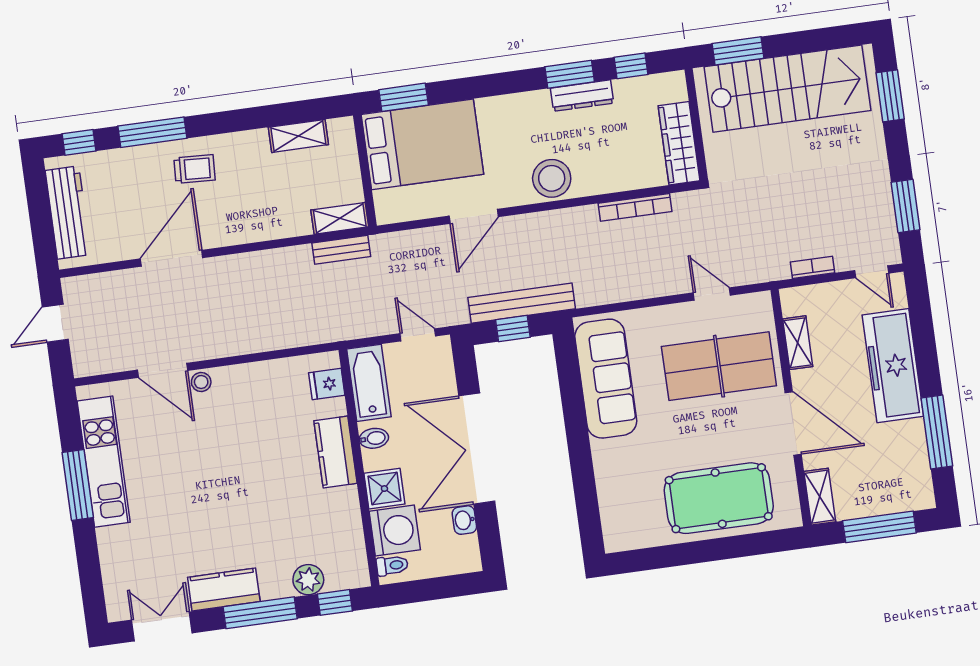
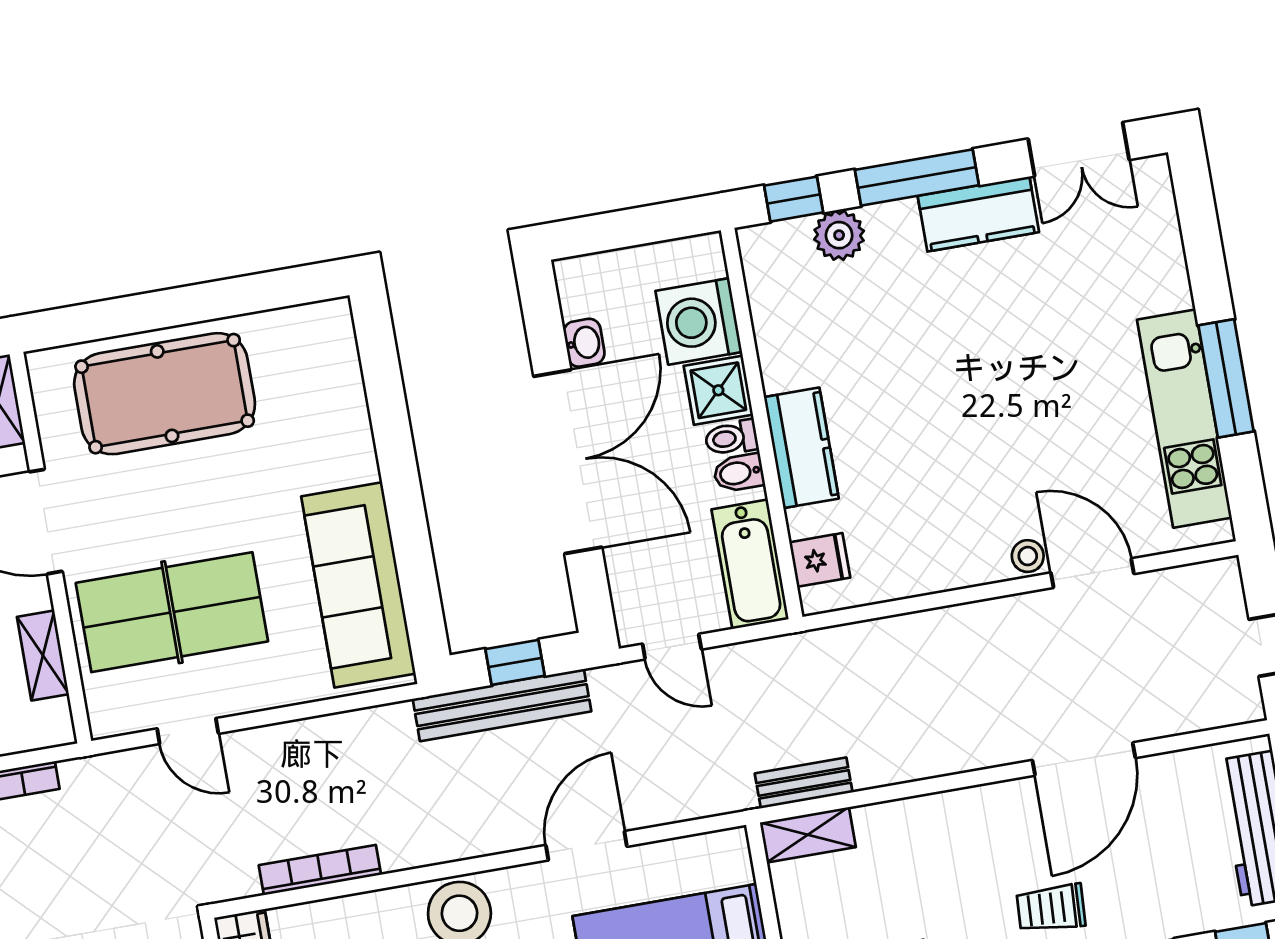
toilet: (392, 565) -> (731, 438), moved

